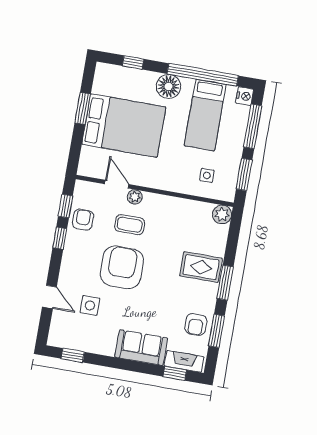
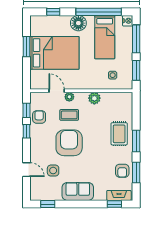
plant: (222, 215) -> (94, 98), moved
rug: (201, 267) -> (119, 134), turned 90
sofa: (141, 348) -> (78, 191), moved

